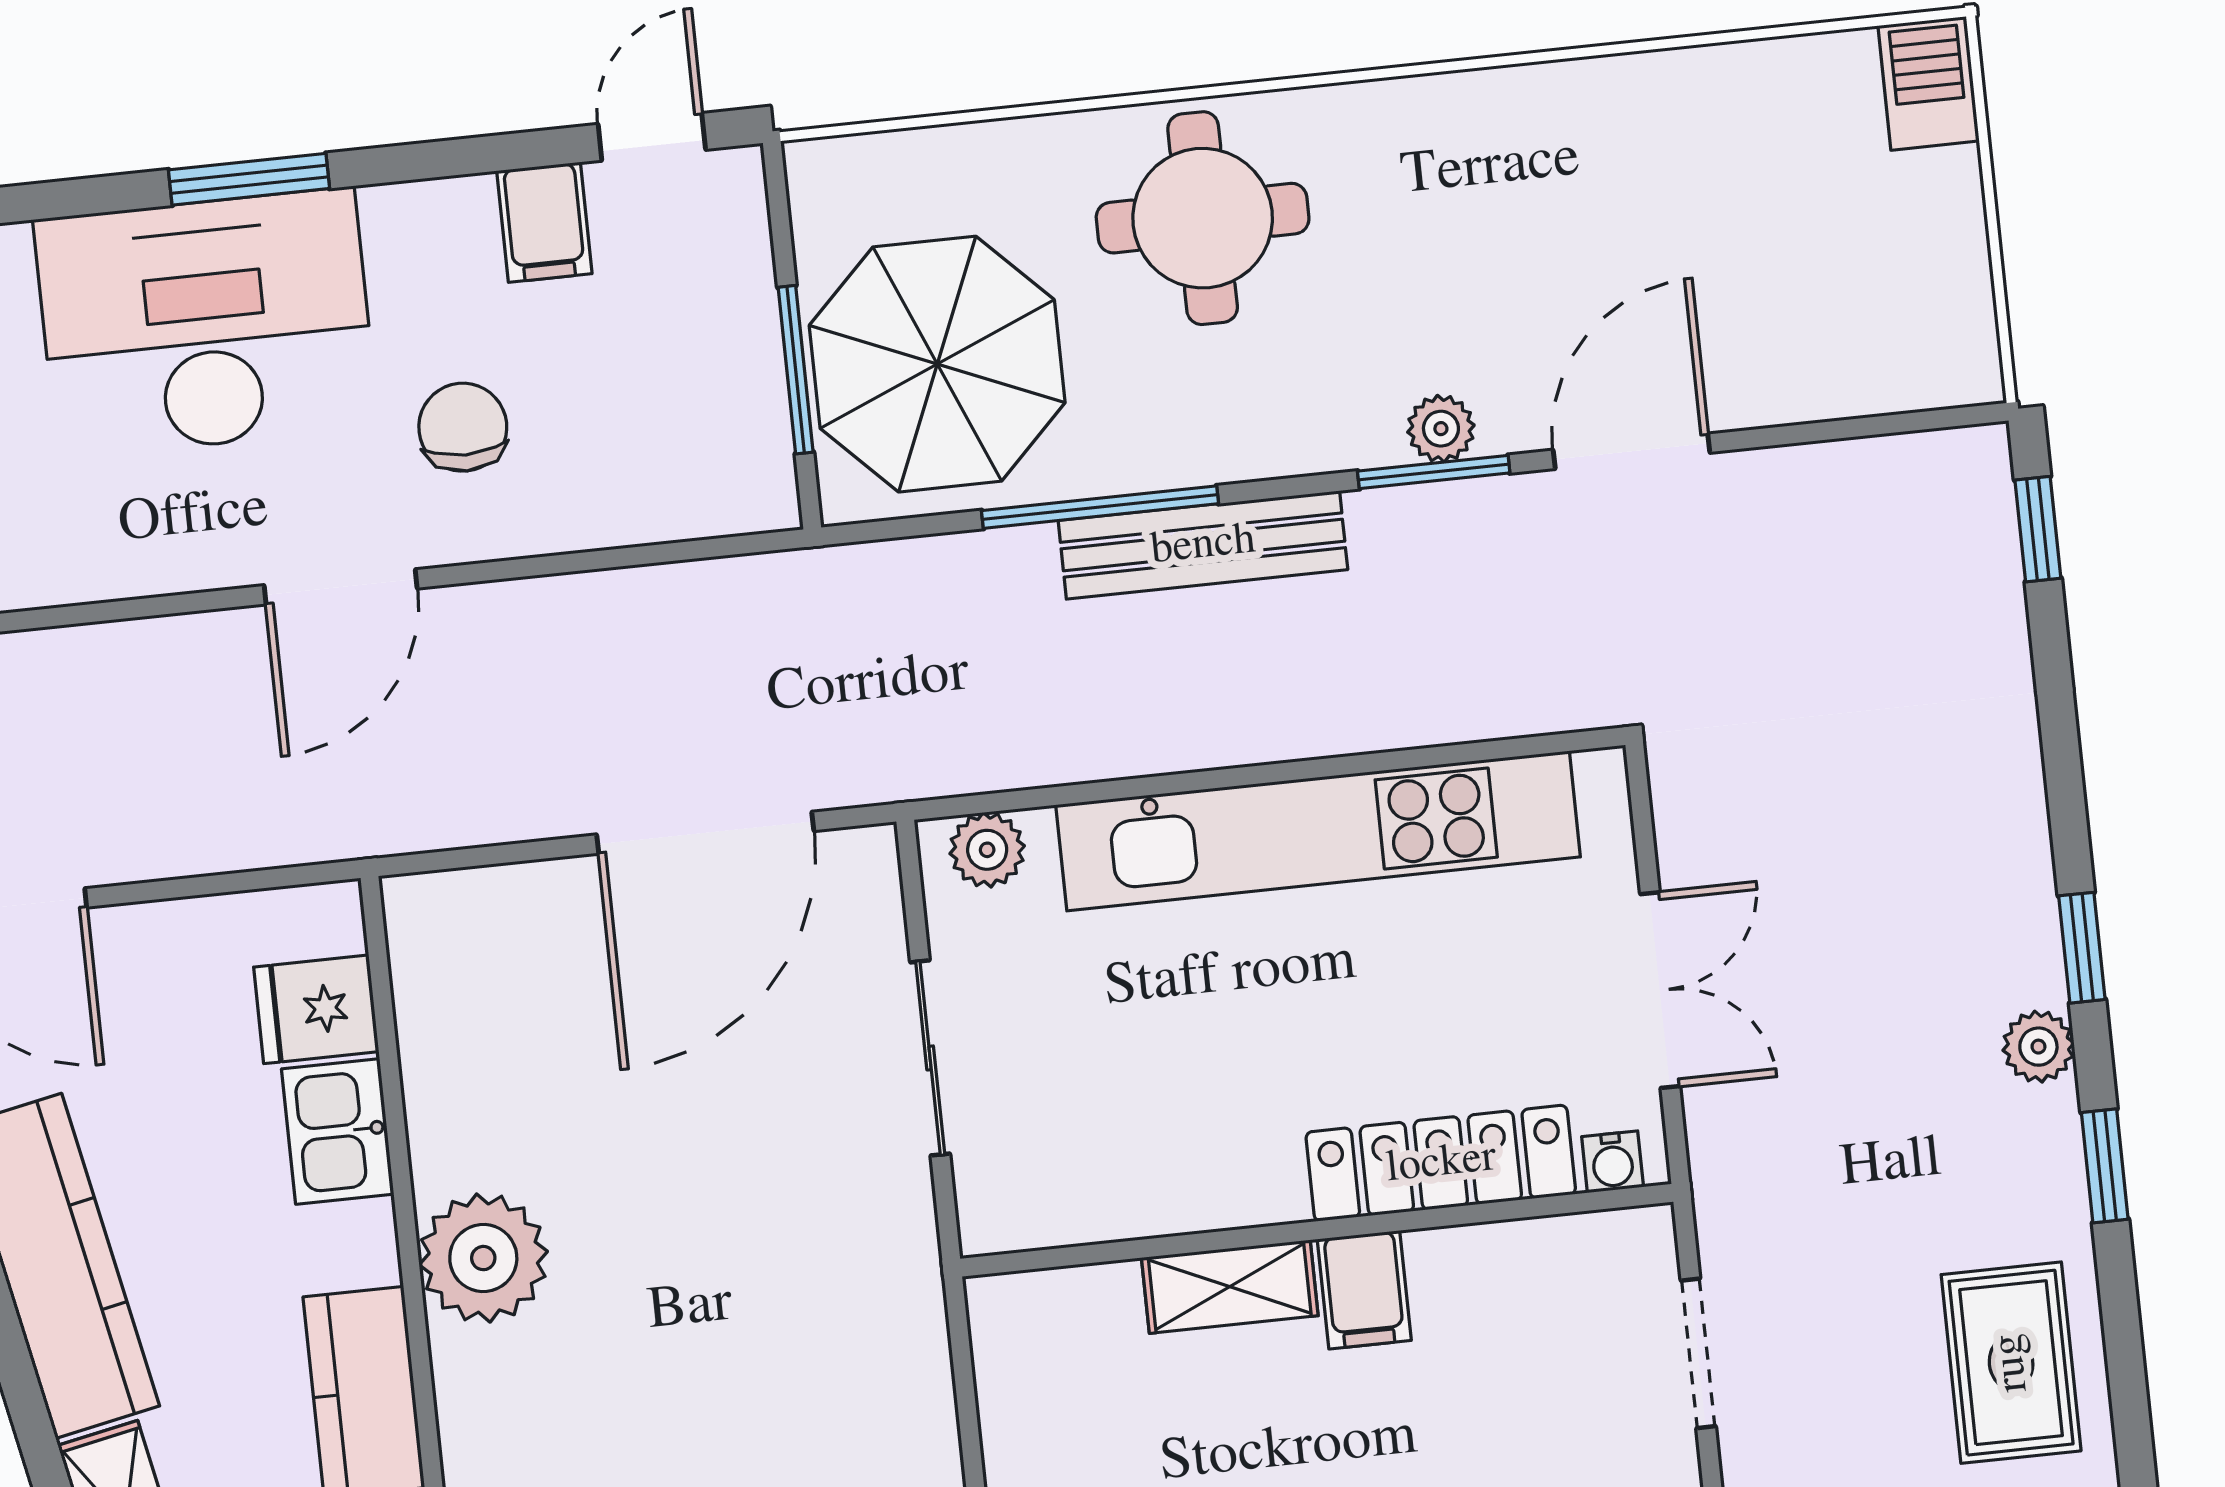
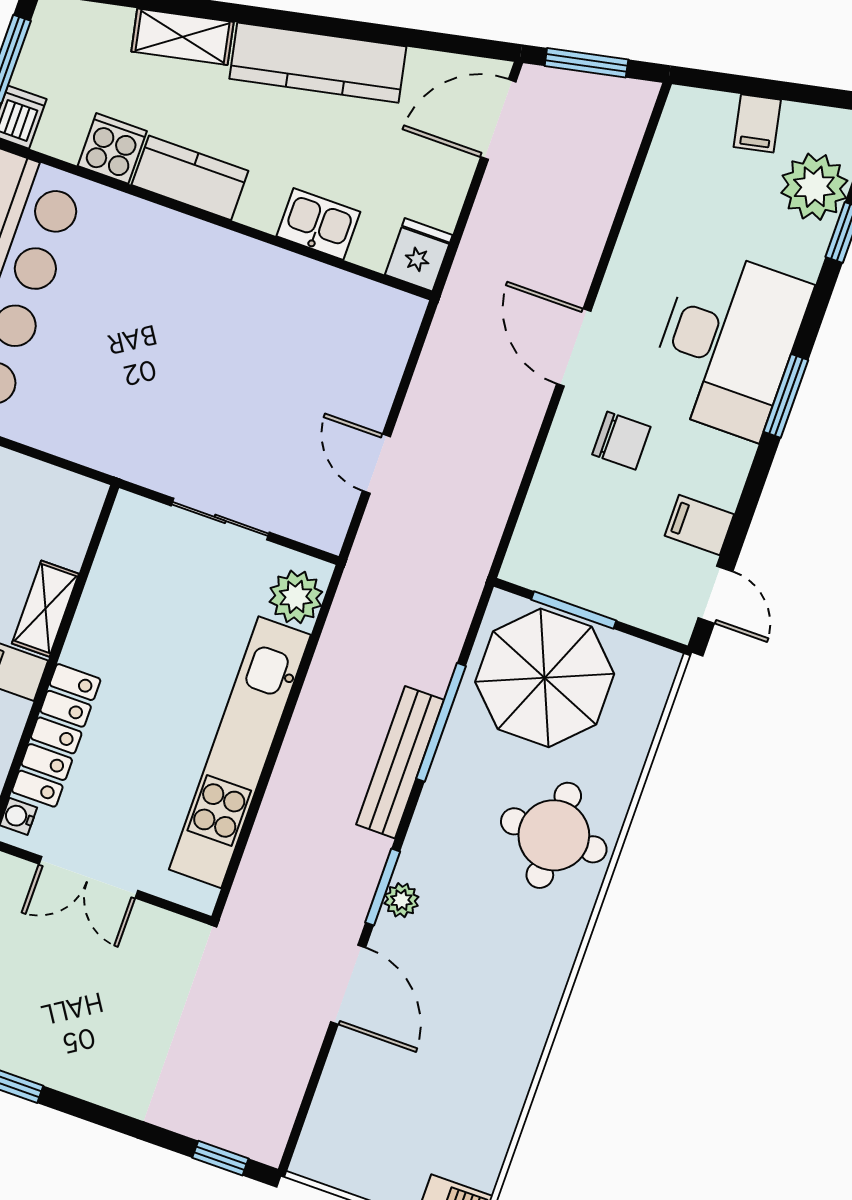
door: (705, 833) -> (376, 464), width x0.53
plant: (987, 850) -> (296, 597), width x1.38, depth x1.38
fridge: (316, 1009) -> (419, 255), moved
plant: (483, 1258) -> (226, 264), removed

